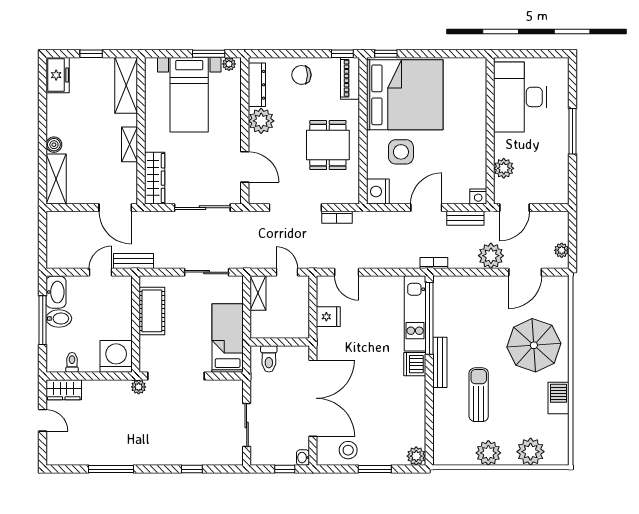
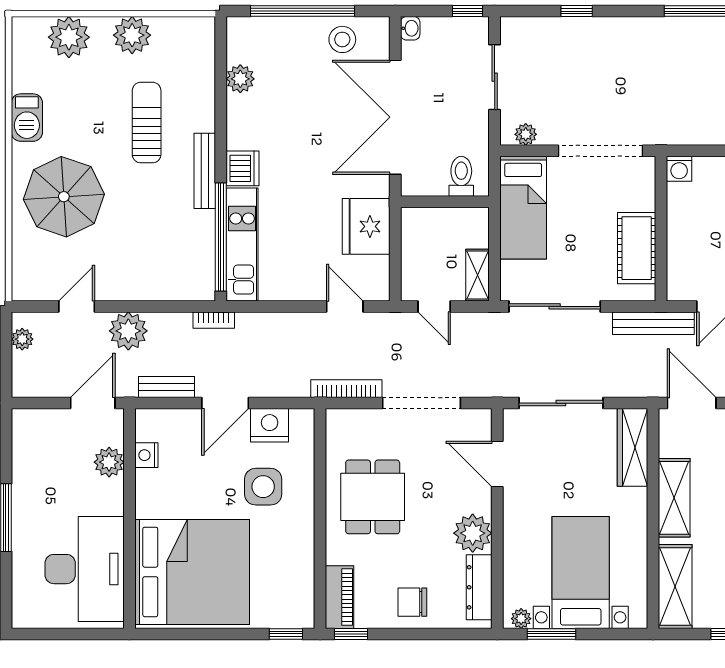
chair: (301, 75) -> (412, 602), turned 180
bed: (405, 95) -> (192, 572), moved, turned 180
shelving: (130, 144) -> (674, 498), width x1.50, depth x1.33
nightstand: (378, 192) -> (270, 425), moved, turned -90
nightstand: (478, 196) -> (146, 455), moved, turned -90
bookcase: (337, 217) -> (346, 389), width x1.56
bench: (134, 261) -> (653, 323), width x1.36
sliding door: (207, 272) -> (555, 306), width x1.37
door: (525, 272) -> (77, 306), width x0.73
fridge: (328, 317) -> (366, 226), width x1.88, depth x1.34
washing machine: (116, 356) -> (679, 169), width x0.53, depth x0.53
plant: (139, 387) -> (526, 134), moved
sun lounger: (479, 395) -> (147, 123), turned 180
plant: (416, 456) -> (240, 79), moved
window: (285, 469) -> (468, 11), moved
window: (375, 469) -> (303, 11), width x2.11

